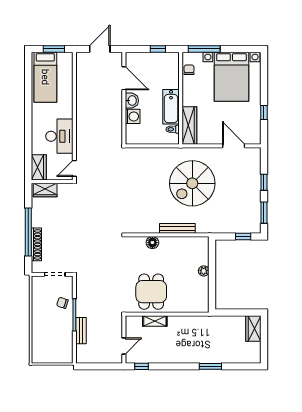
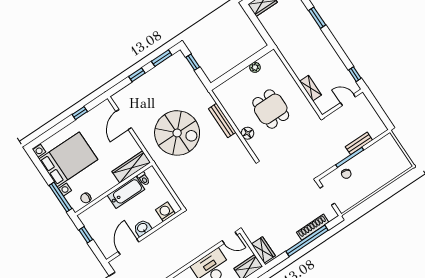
washing machine: (133, 116) -> (165, 212), moved
plant: (204, 271) -> (255, 67), moved
dining table: (151, 292) -> (271, 109), moved, turned 90

